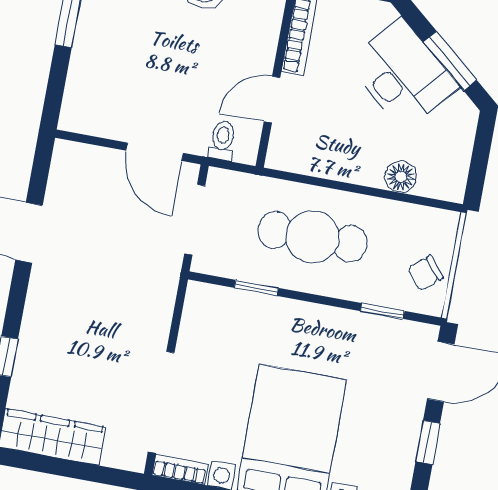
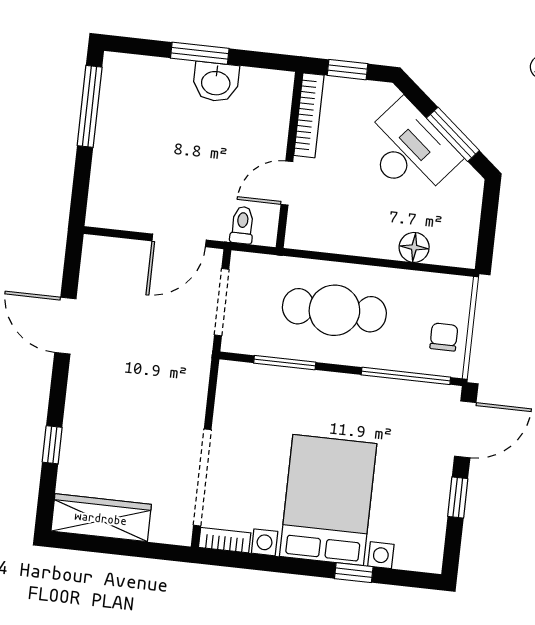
door: (155, 152) -> (179, 240), hinge flipped
chair: (425, 273) -> (444, 337), turned 130
window: (256, 288) -> (285, 363), width x1.50
window: (382, 311) -> (406, 376), width x2.17

